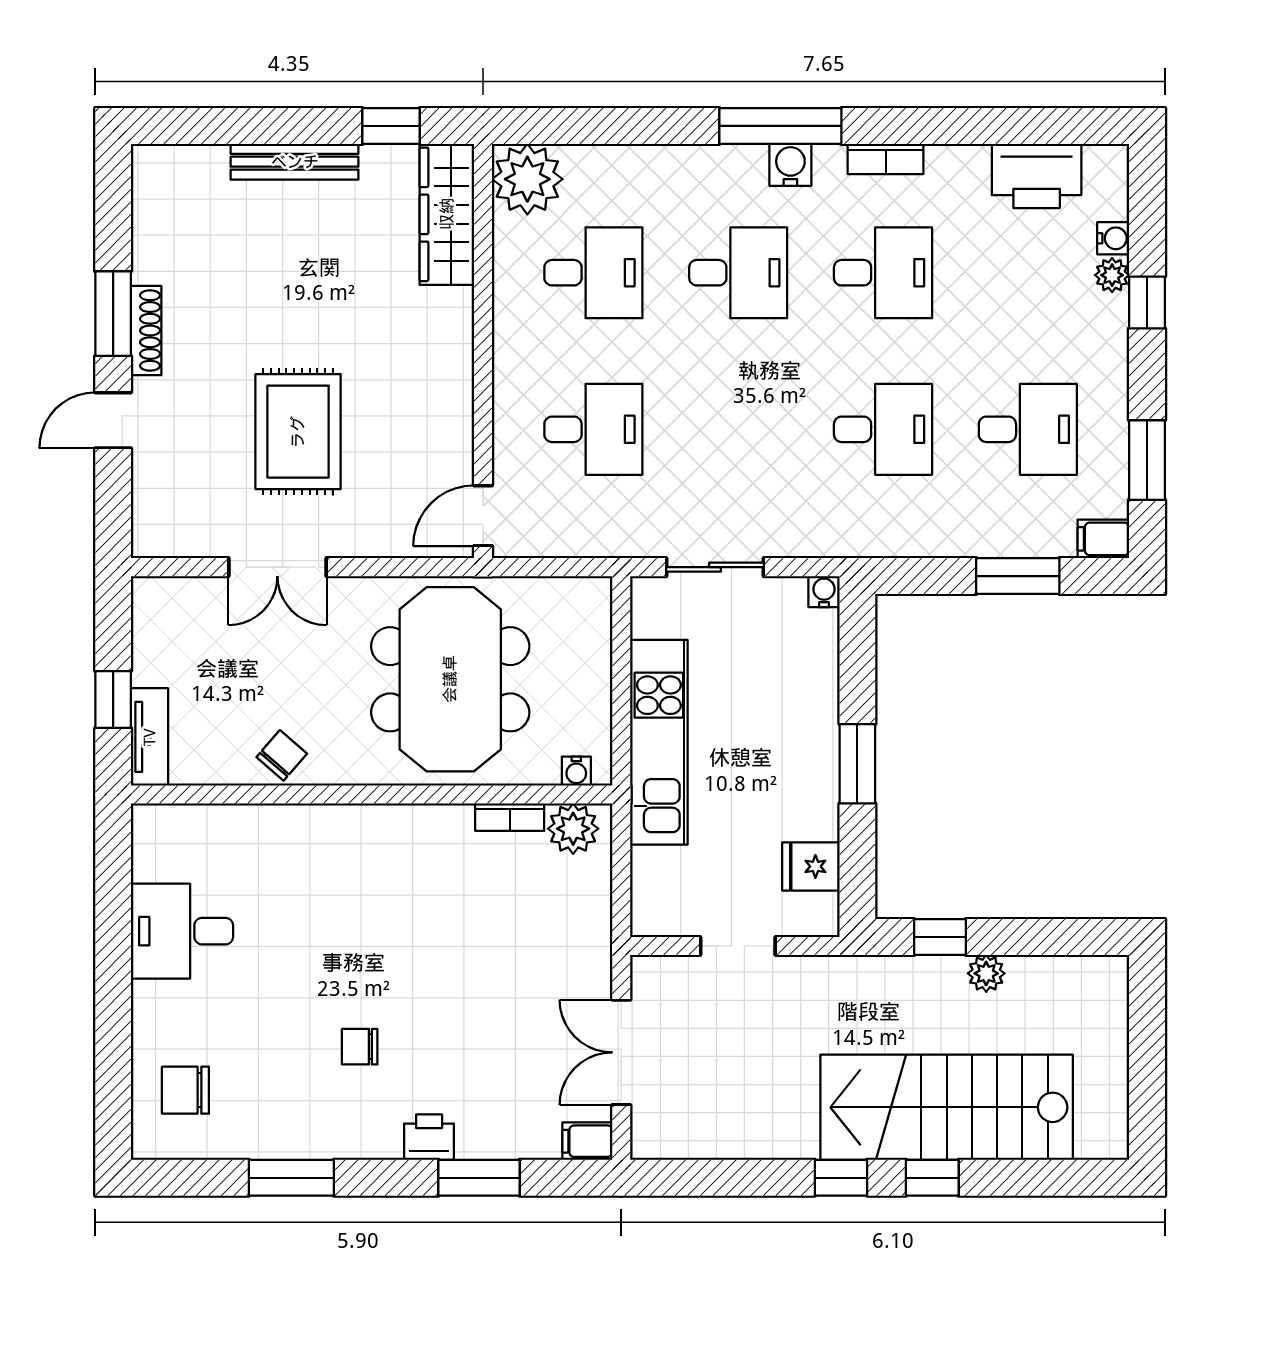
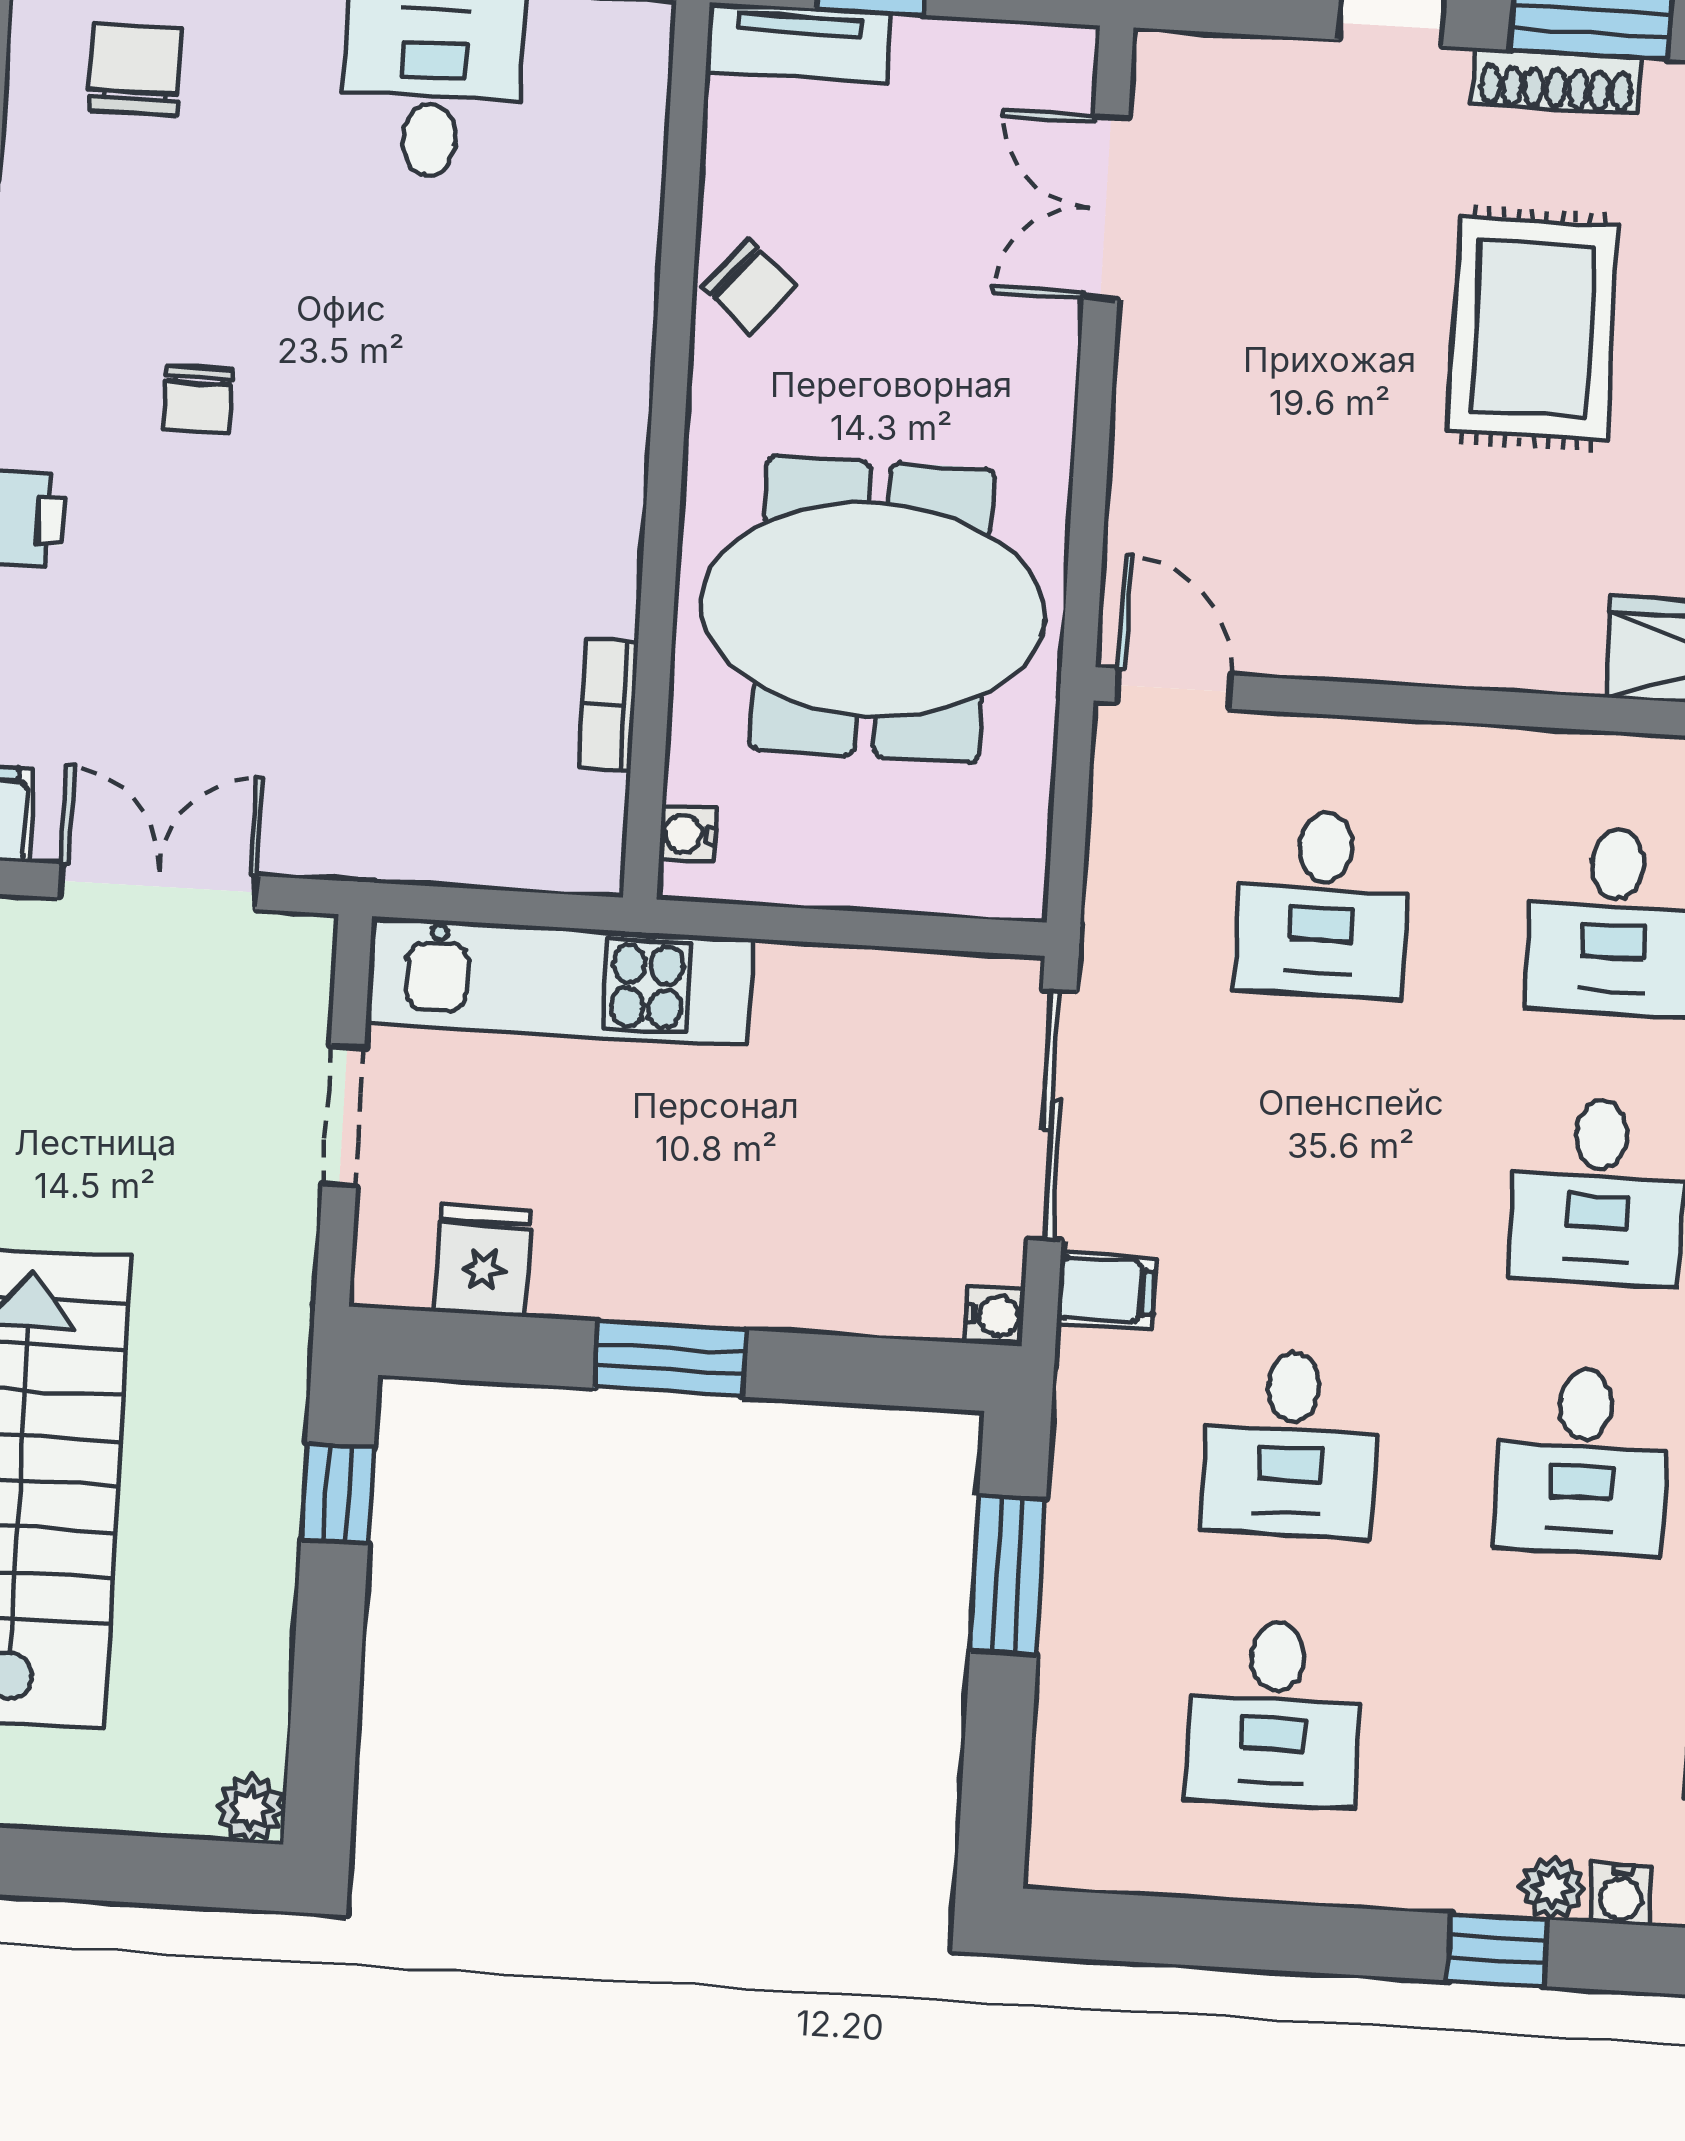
rug: (298, 432) -> (1533, 329), moved, turned 90
window: (1147, 460) -> (1204, 1933), removed
filing cabinet: (1103, 539) -> (1107, 1290), moved, turned 90
double door: (277, 567) -> (1106, 208), moved
sliding door: (715, 567) -> (1052, 1115), width x1.37
window: (1018, 576) -> (1008, 1575), moved
kitchen unit: (659, 742) -> (559, 981), moved
plant: (573, 829) -> (580, 822), removed
plant: (986, 973) -> (251, 1808), moved
chair: (360, 1047) -> (198, 400), turned 180

